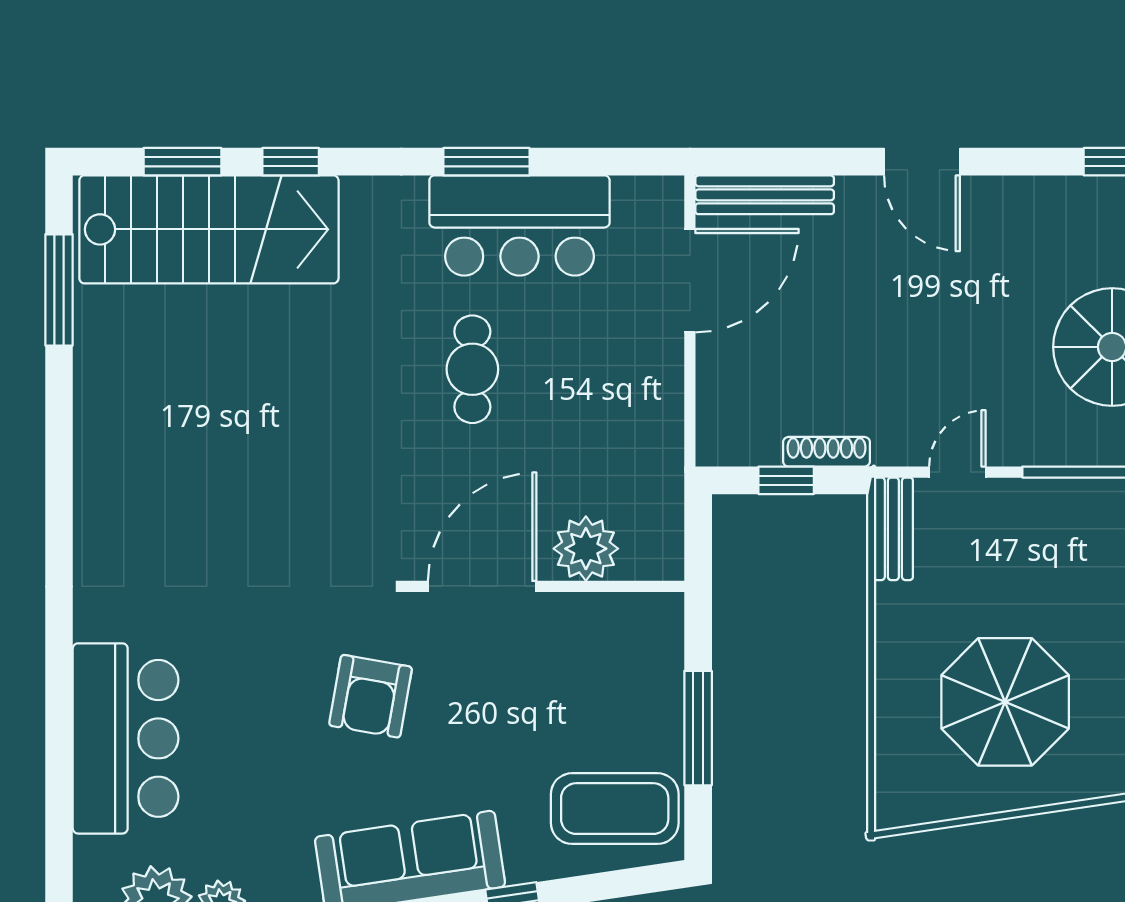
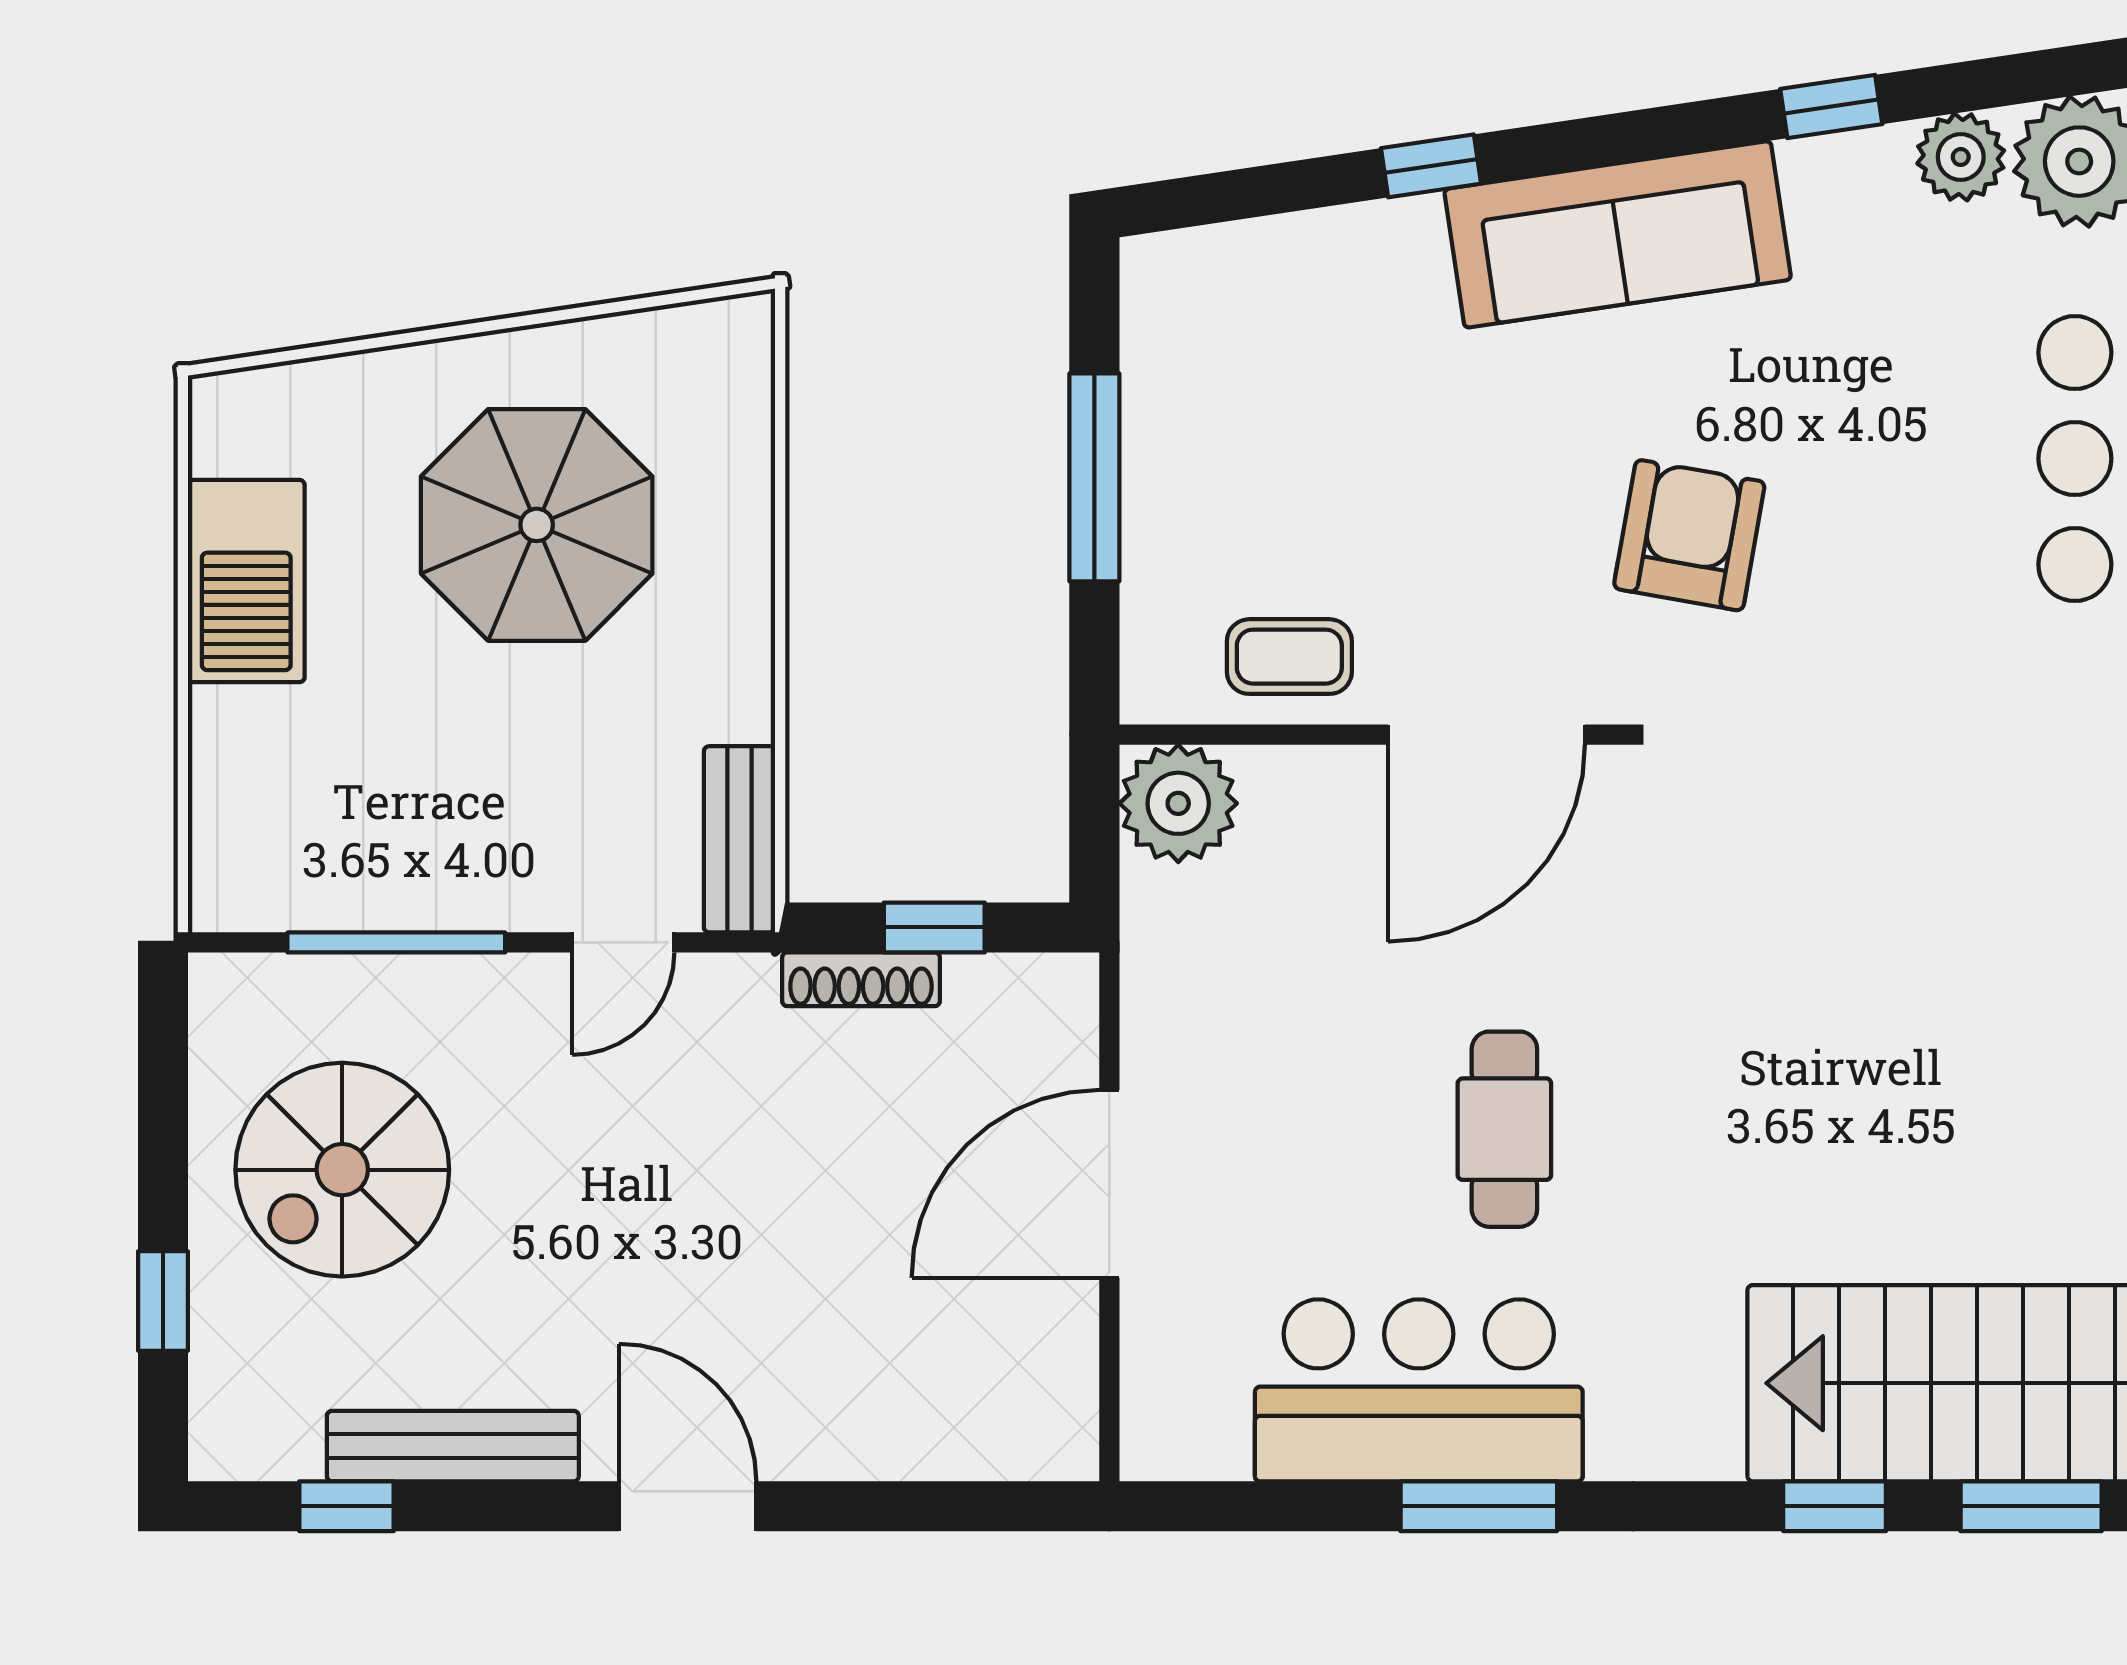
bench: (765, 195) -> (453, 1446), moved
door: (690, 281) -> (1109, 1184), moved
plant: (586, 549) -> (1178, 803), moved
coffee table: (615, 809) -> (1289, 657), moved, width x0.54, depth x0.58

